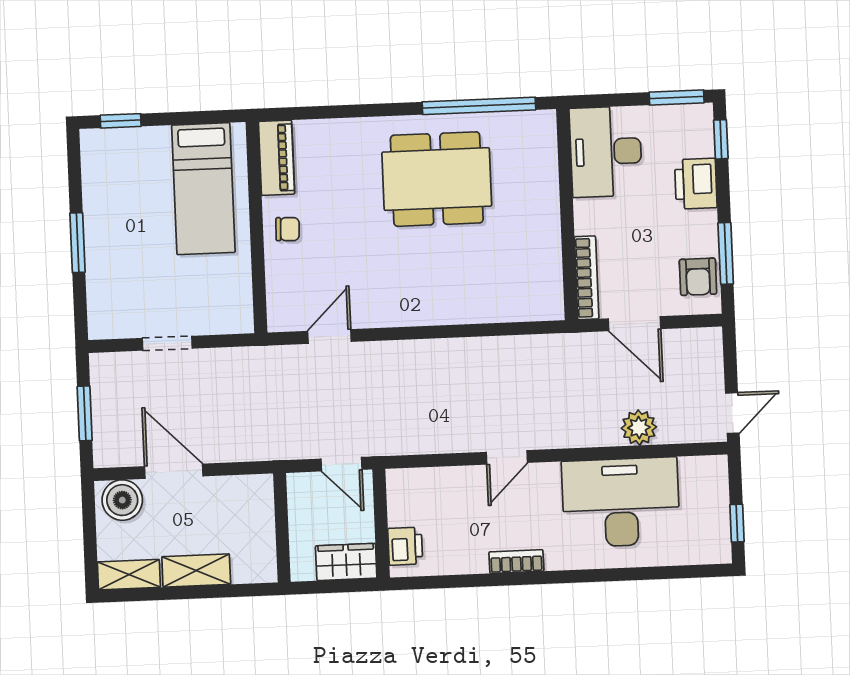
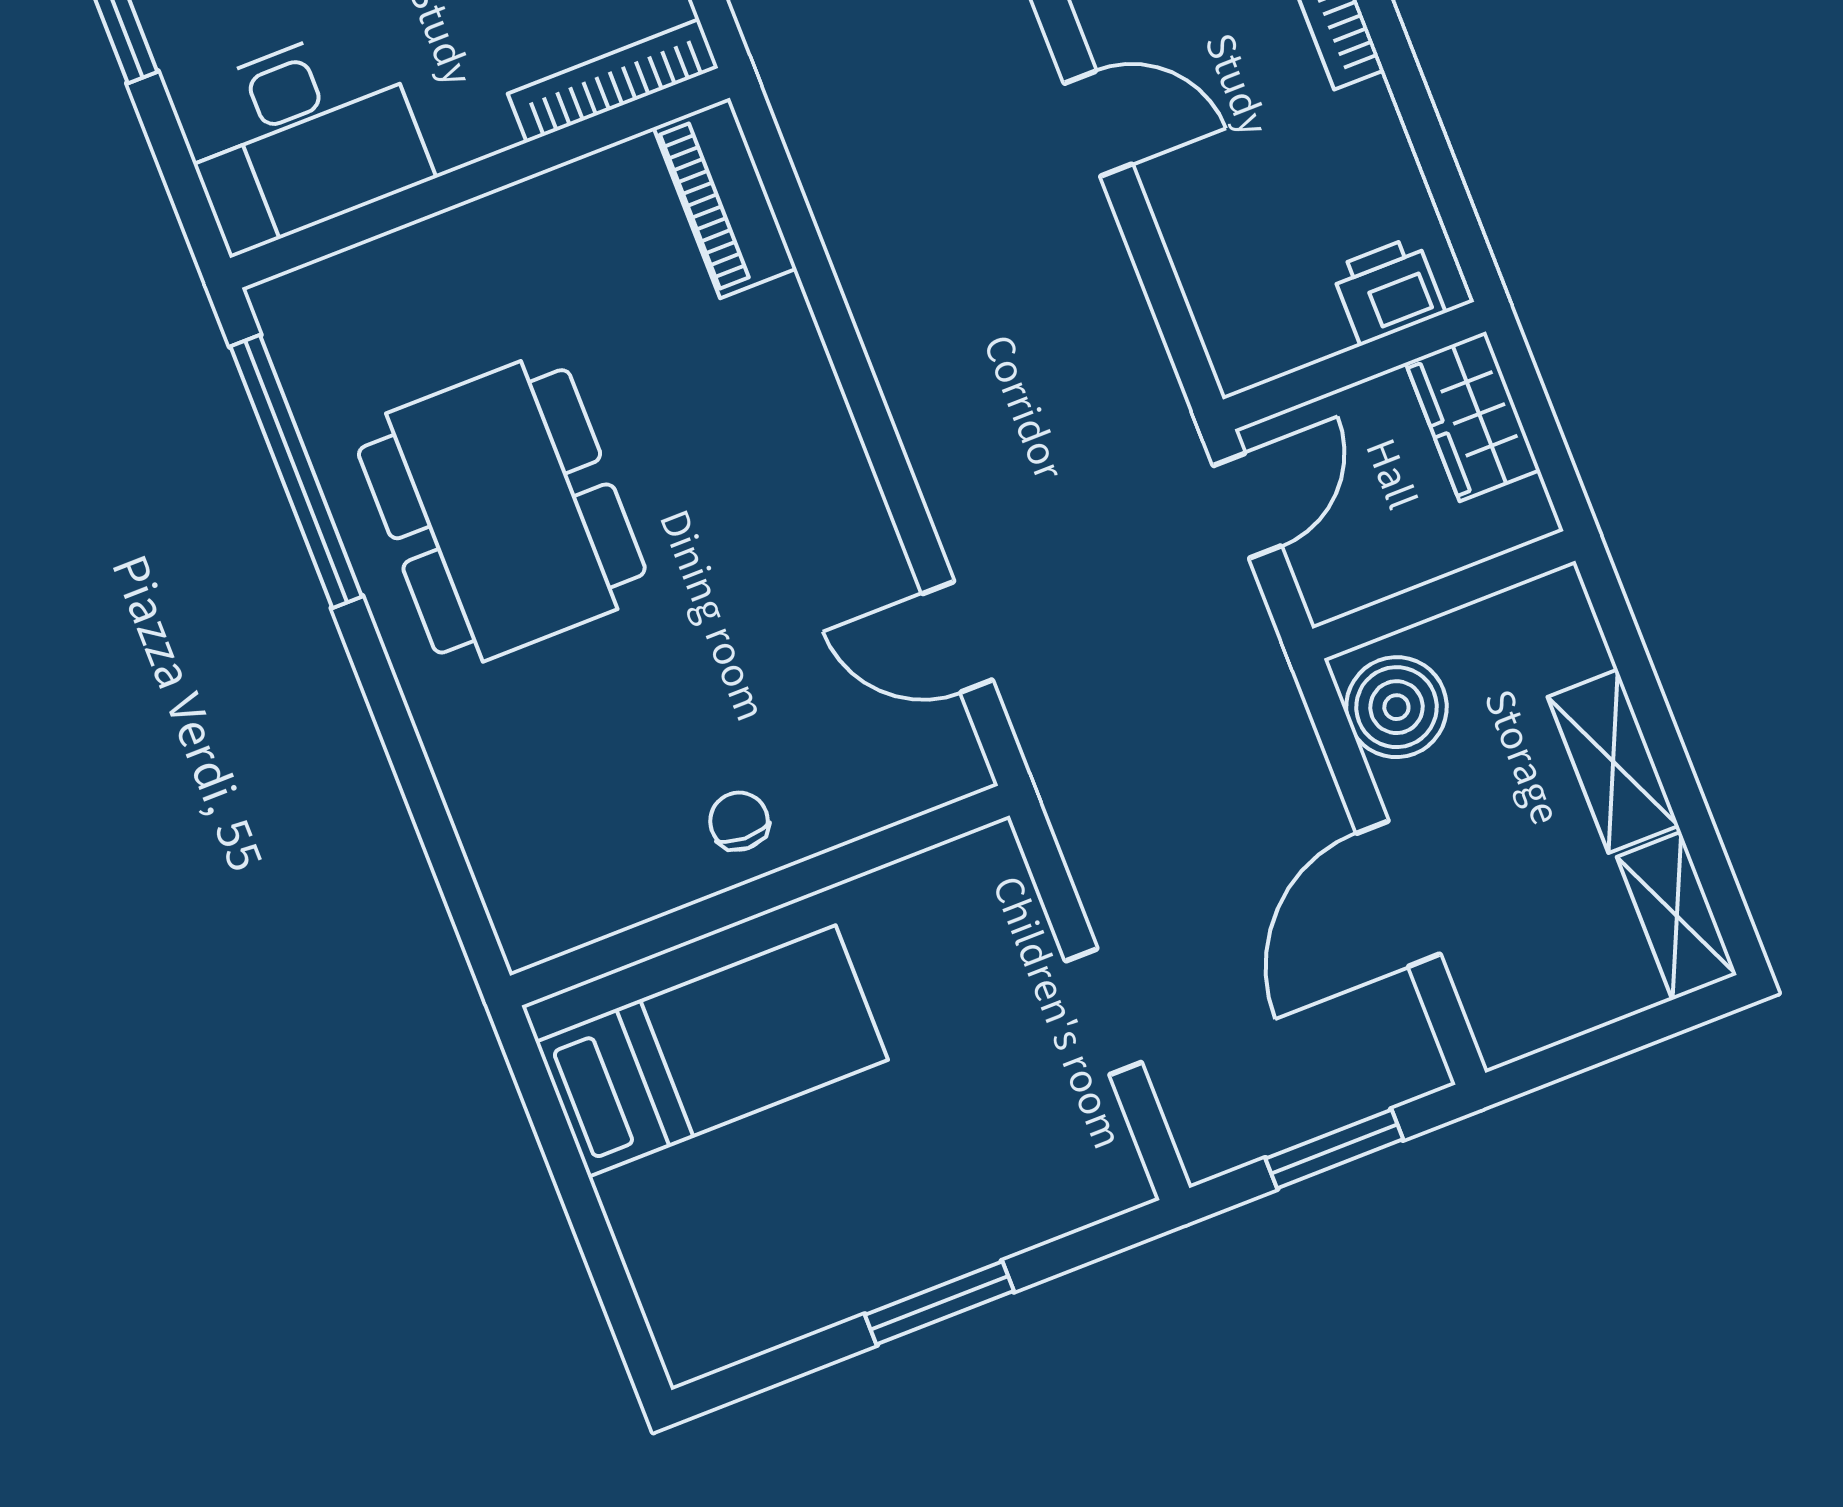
window: (121, 121) -> (619, 1300), removed
piano: (277, 158) -> (725, 198), moved, turned -90
boiler: (122, 500) -> (1396, 707), moved

